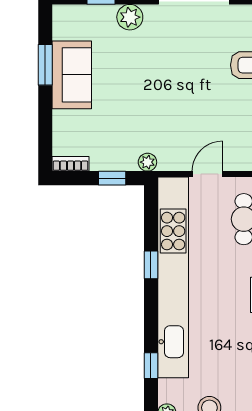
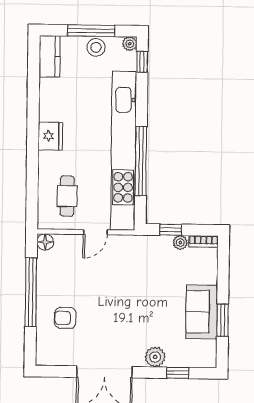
plant: (147, 162) -> (180, 243), moved
window: (151, 265) -> (141, 161), width x3.17
window: (151, 366) -> (142, 62), moved

